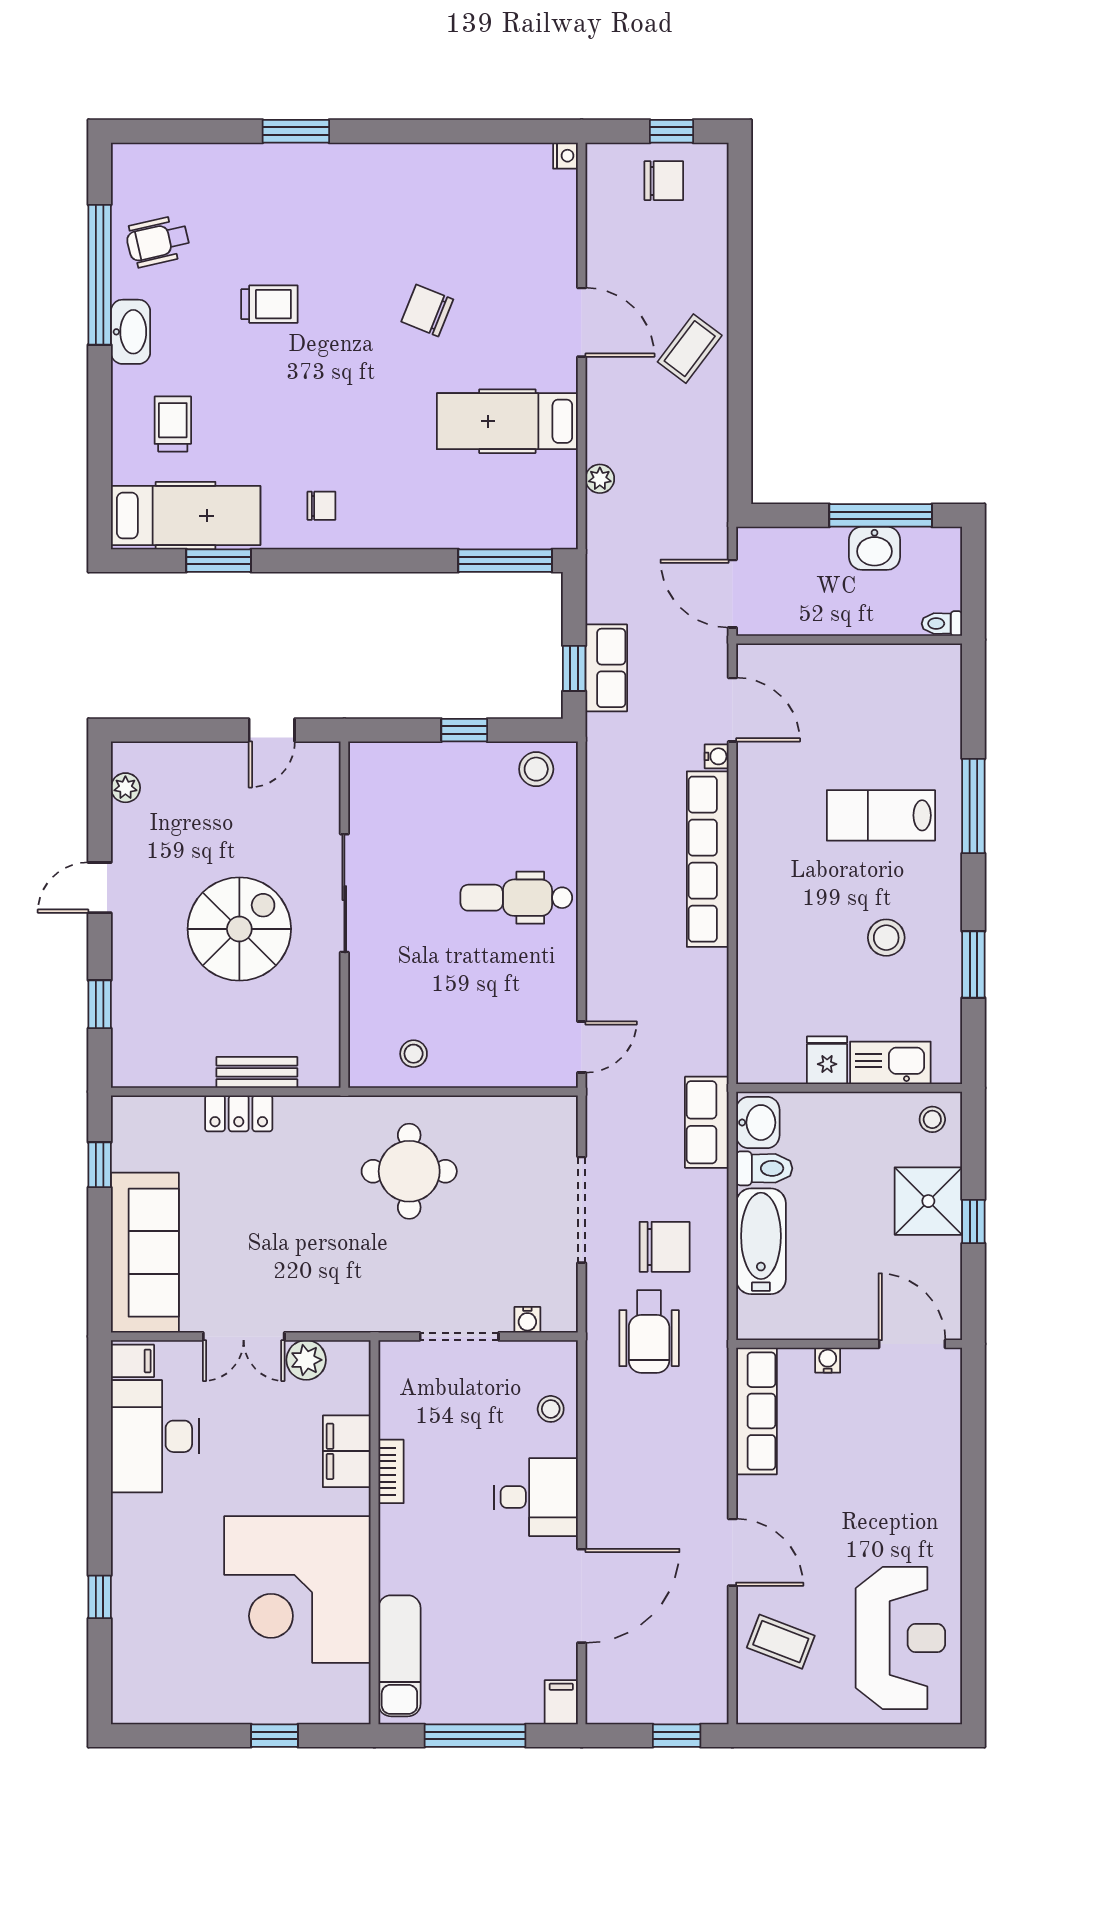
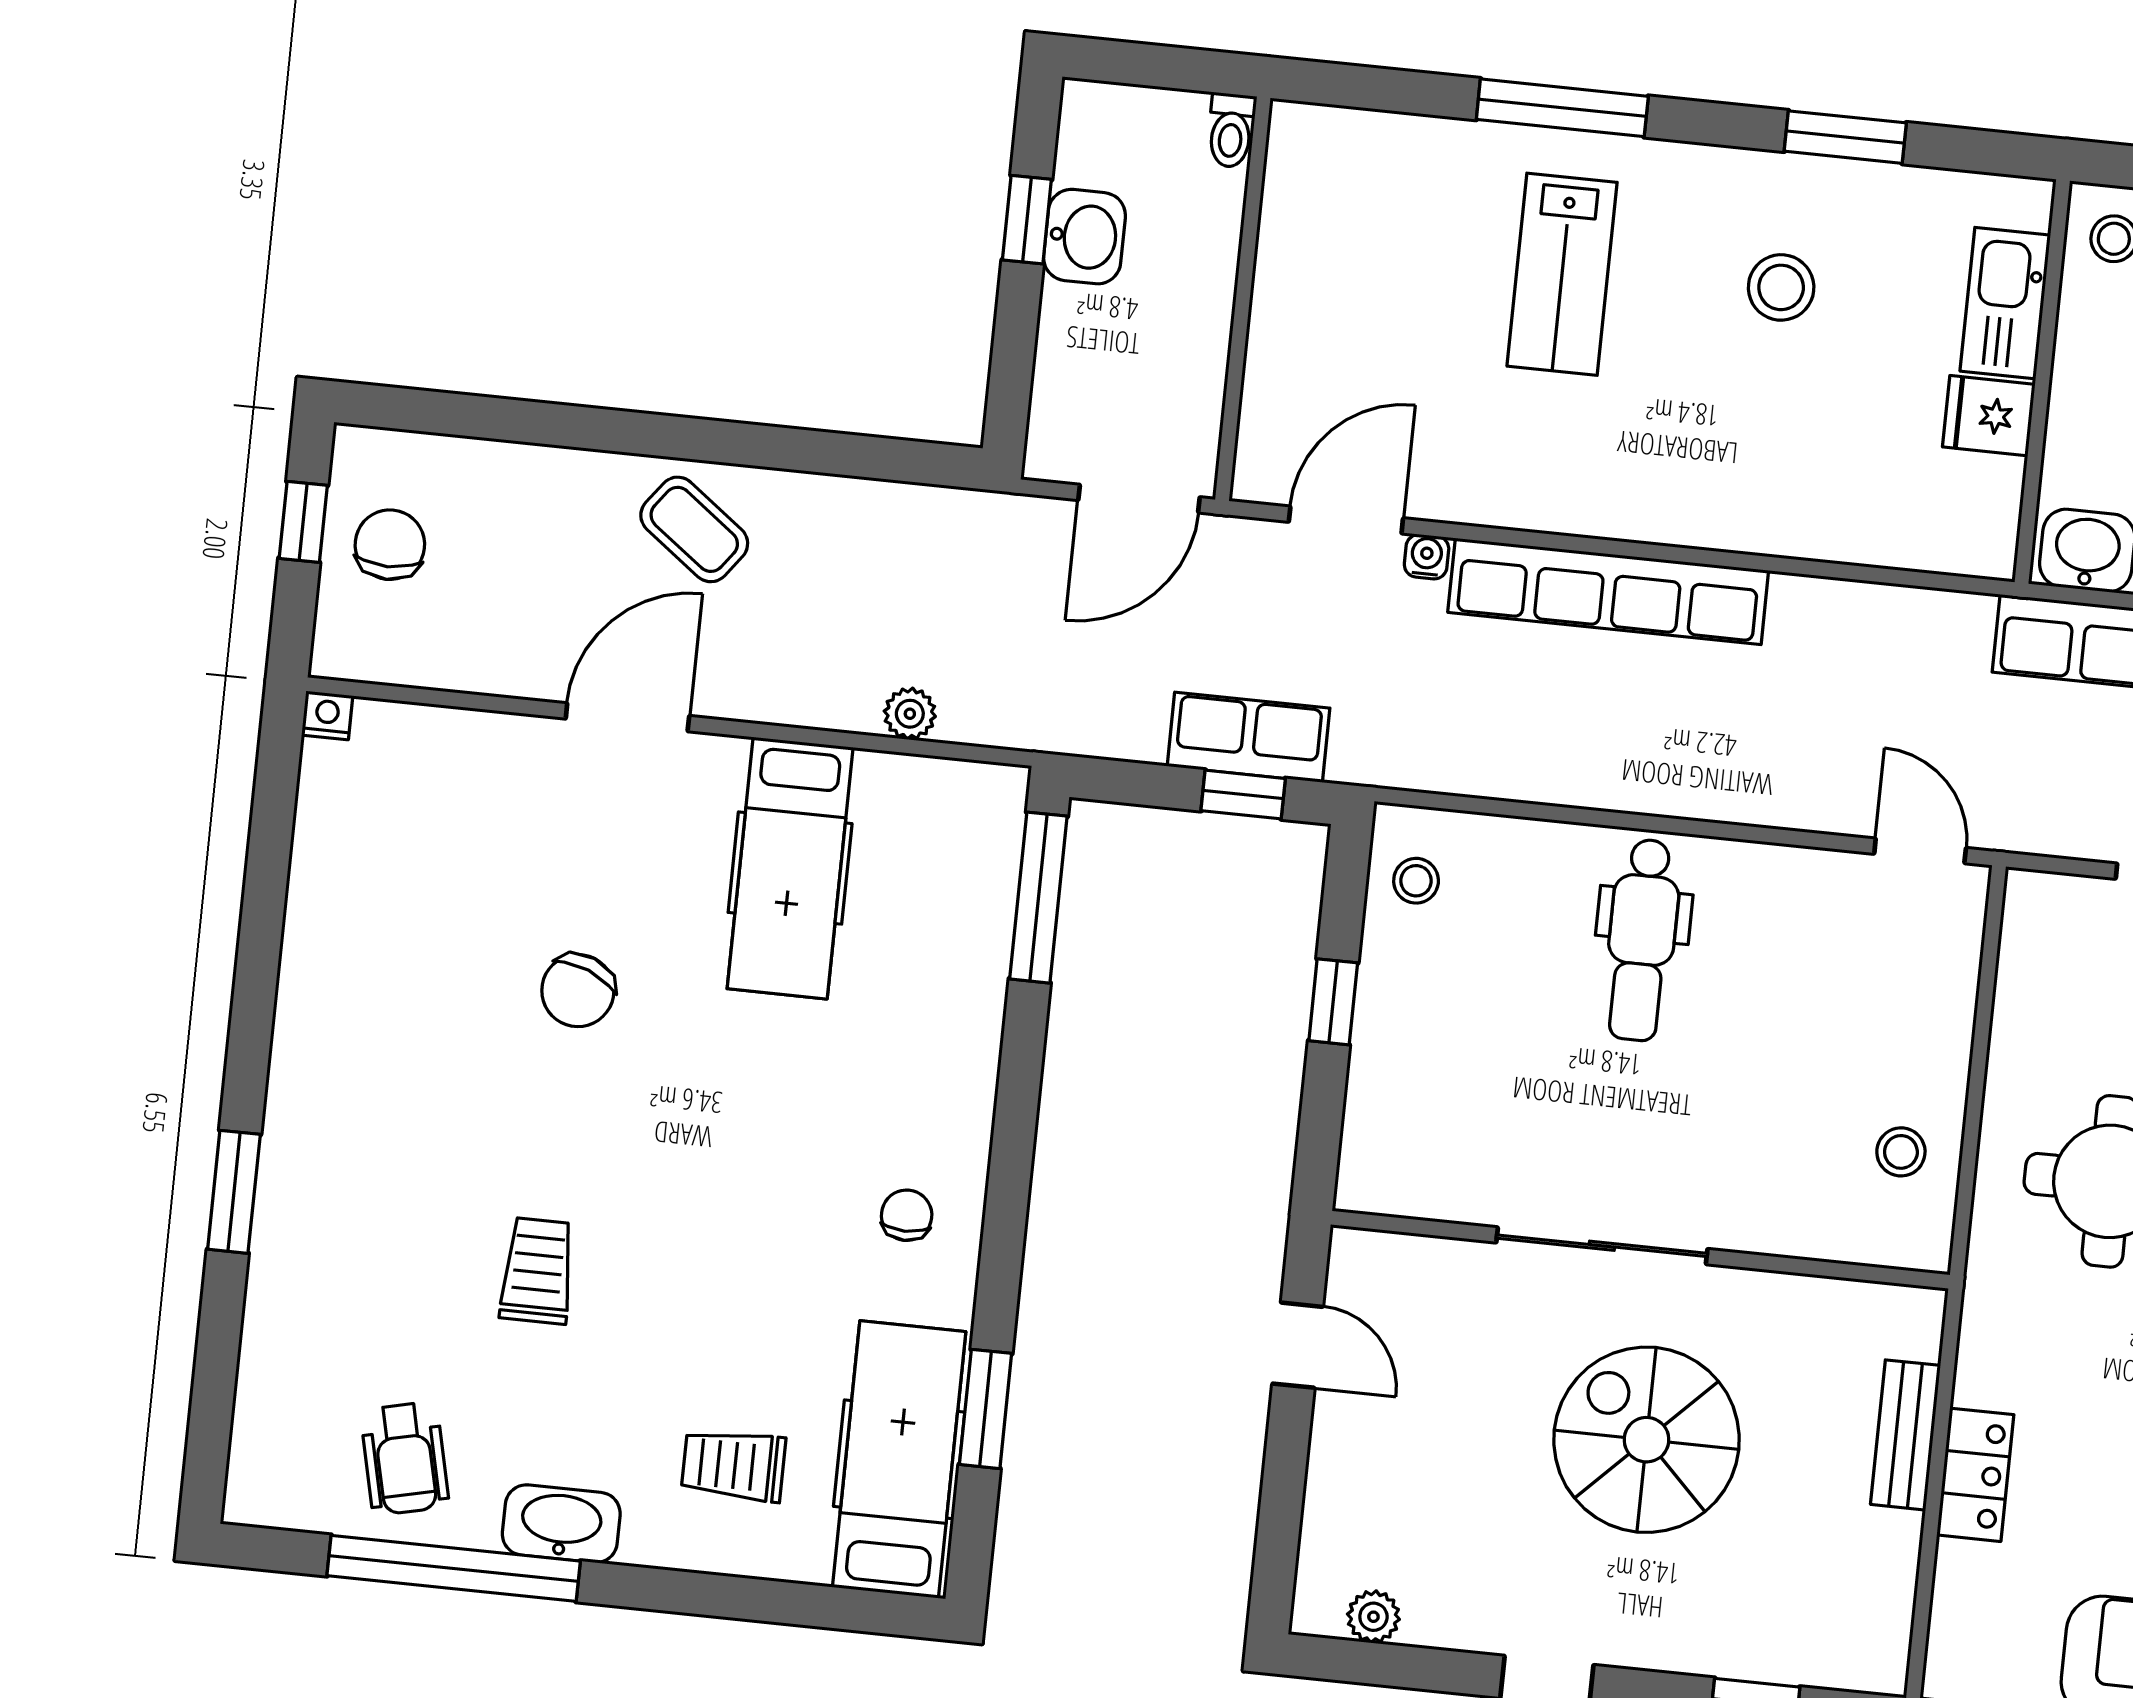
window: (881, 515) -> (1027, 220), width x0.46
stool: (536, 769) -> (1416, 881), width x0.73, depth x0.73

